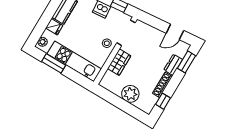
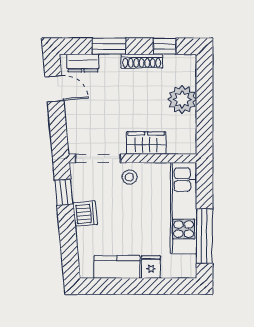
plant: (43, 42) -> (183, 271), removed
window: (186, 62) -> (109, 46), moved
window: (54, 63) -> (204, 236), width x1.44
dresser: (173, 65) -> (83, 63), moved

